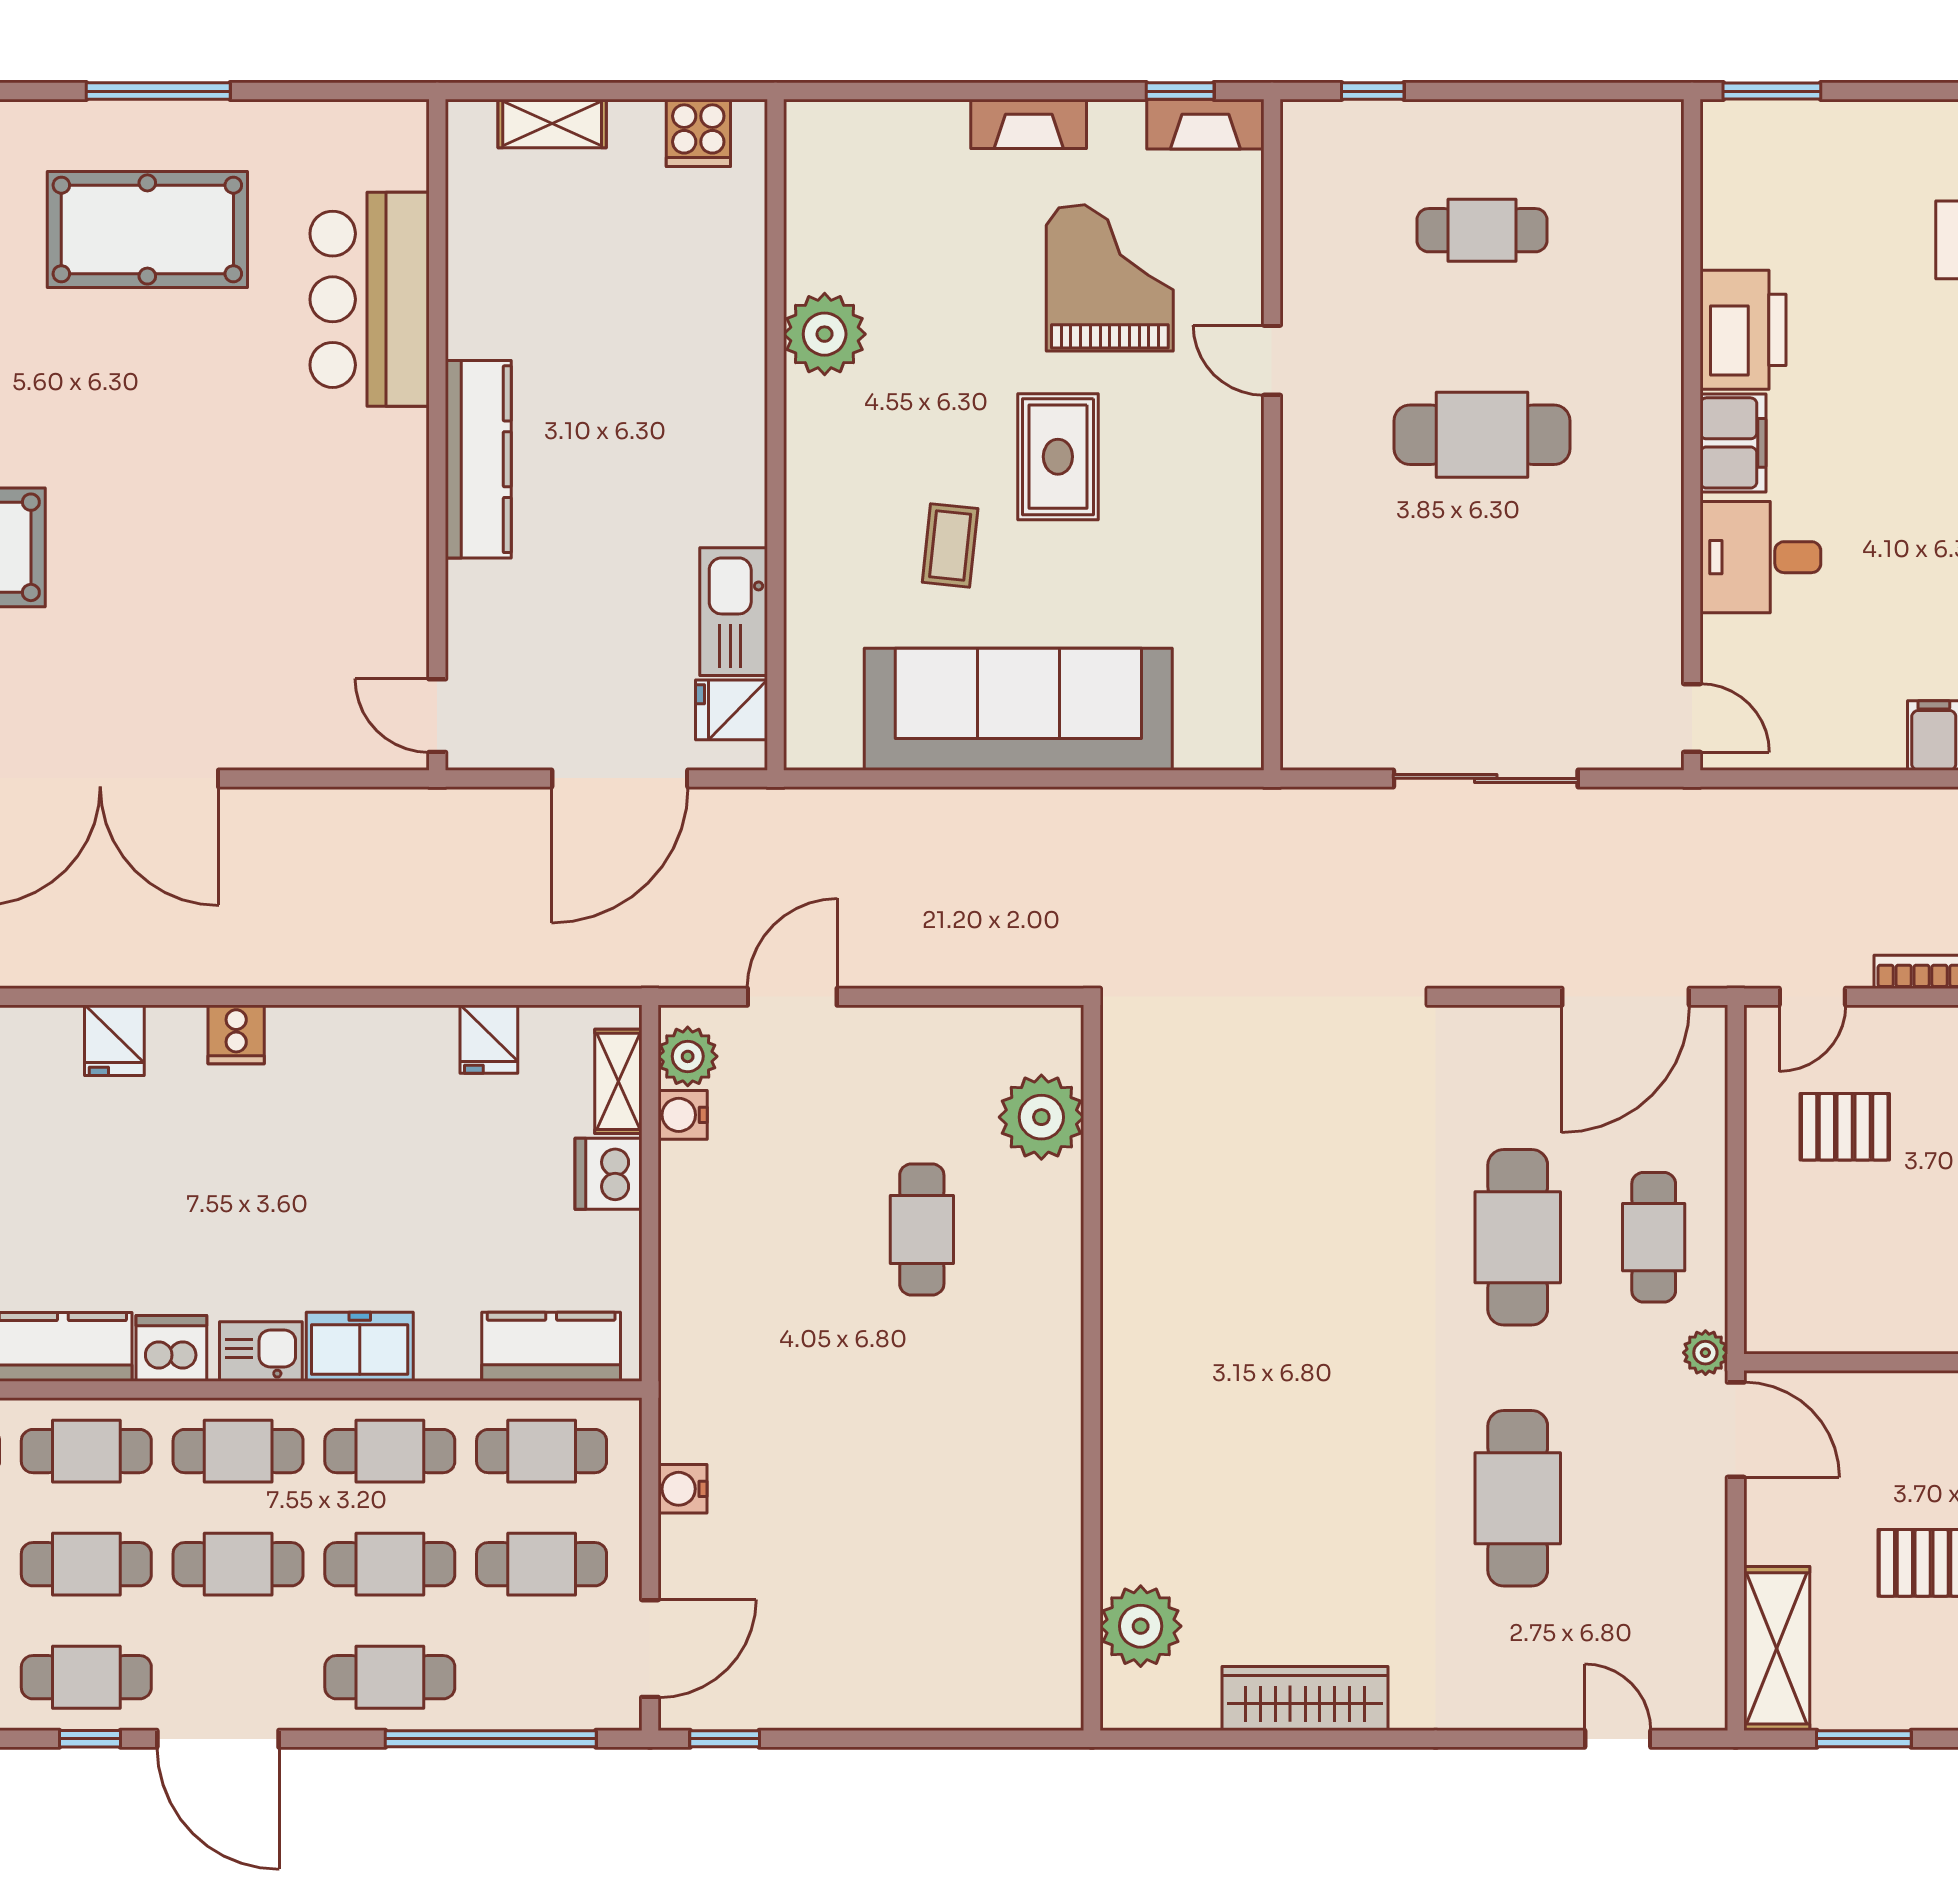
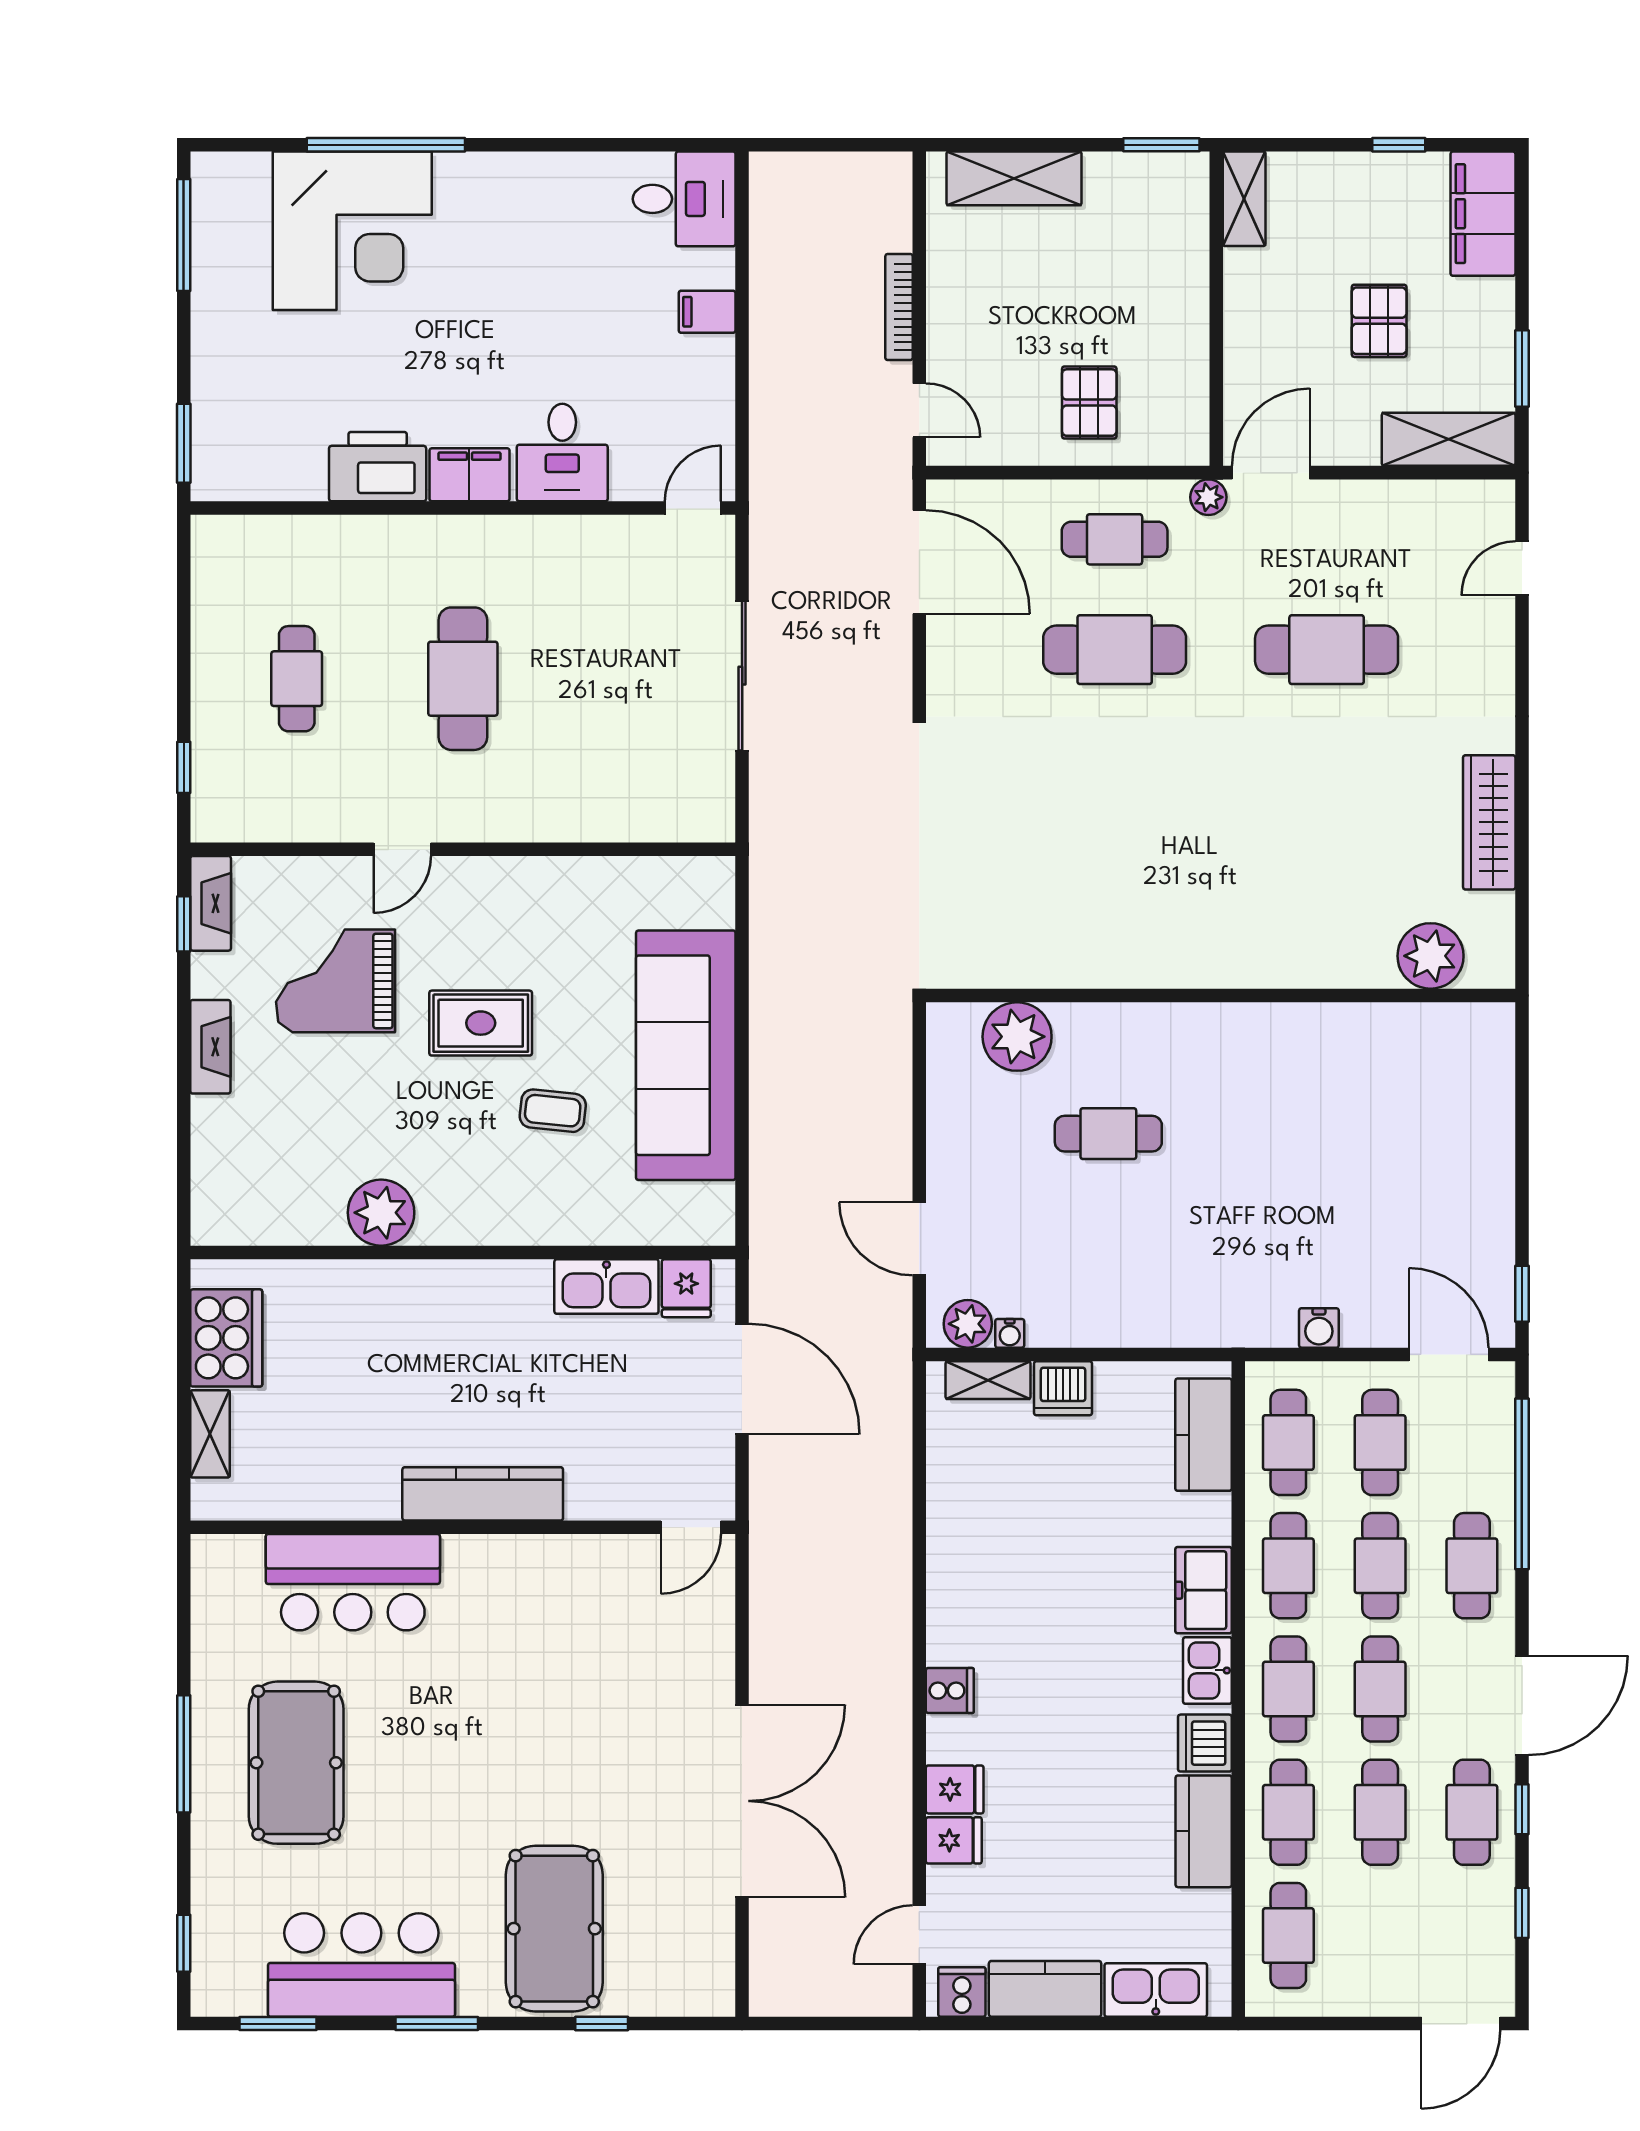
cooker: (698, 133) -> (226, 1338), width x1.87, depth x1.31
fridge: (489, 1039) -> (954, 1840), moved
water cooler: (683, 1115) -> (1010, 1333), width x0.72, depth x0.72
pallet: (1845, 1127) -> (1089, 403), moved

